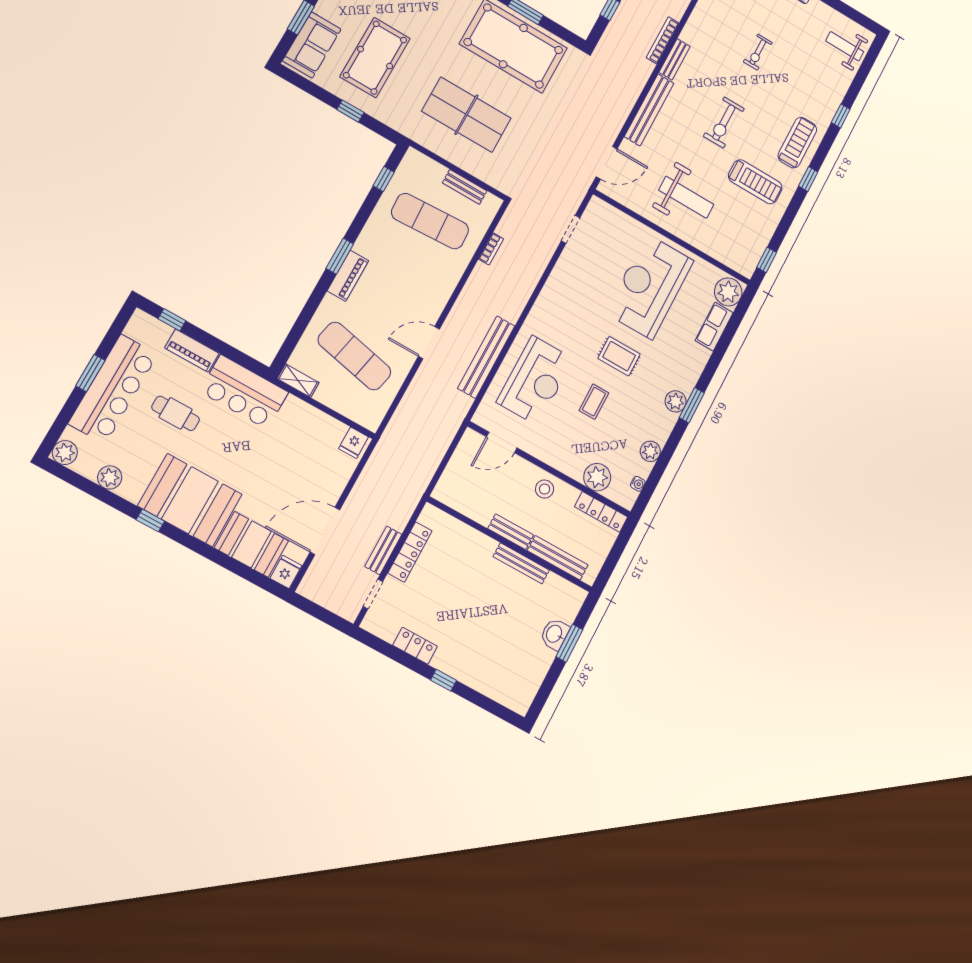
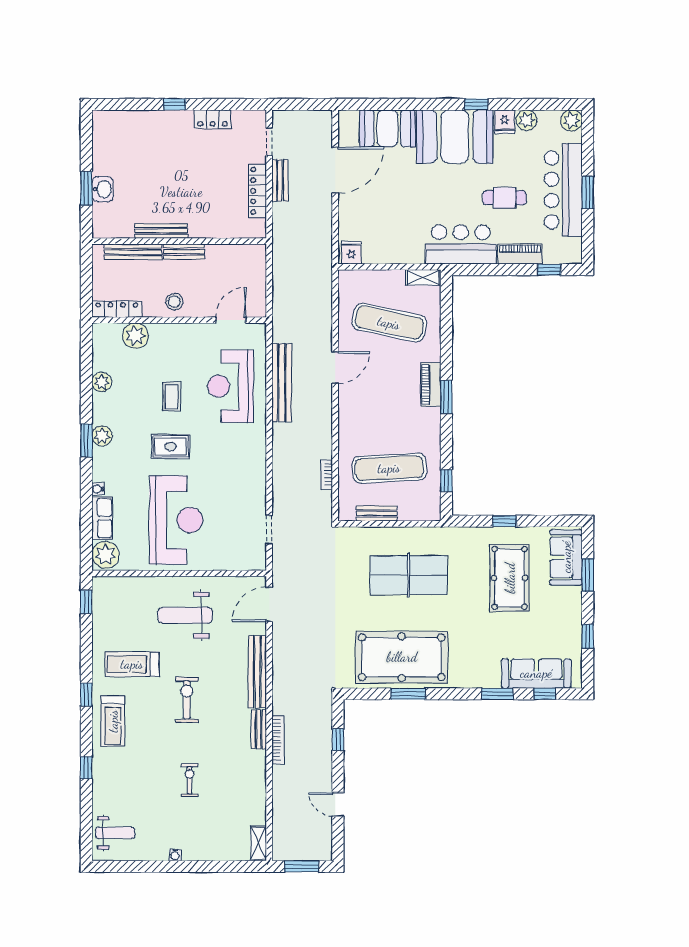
water cooler: (638, 484) -> (98, 489), moved
fridge: (286, 572) -> (505, 122), moved

